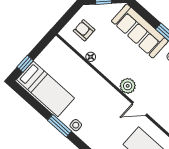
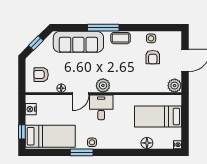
nightstand: (49, 52) -> (31, 109), added
desk: (110, 103) -> (101, 107), added
door: (139, 109) -> (81, 94), moved

